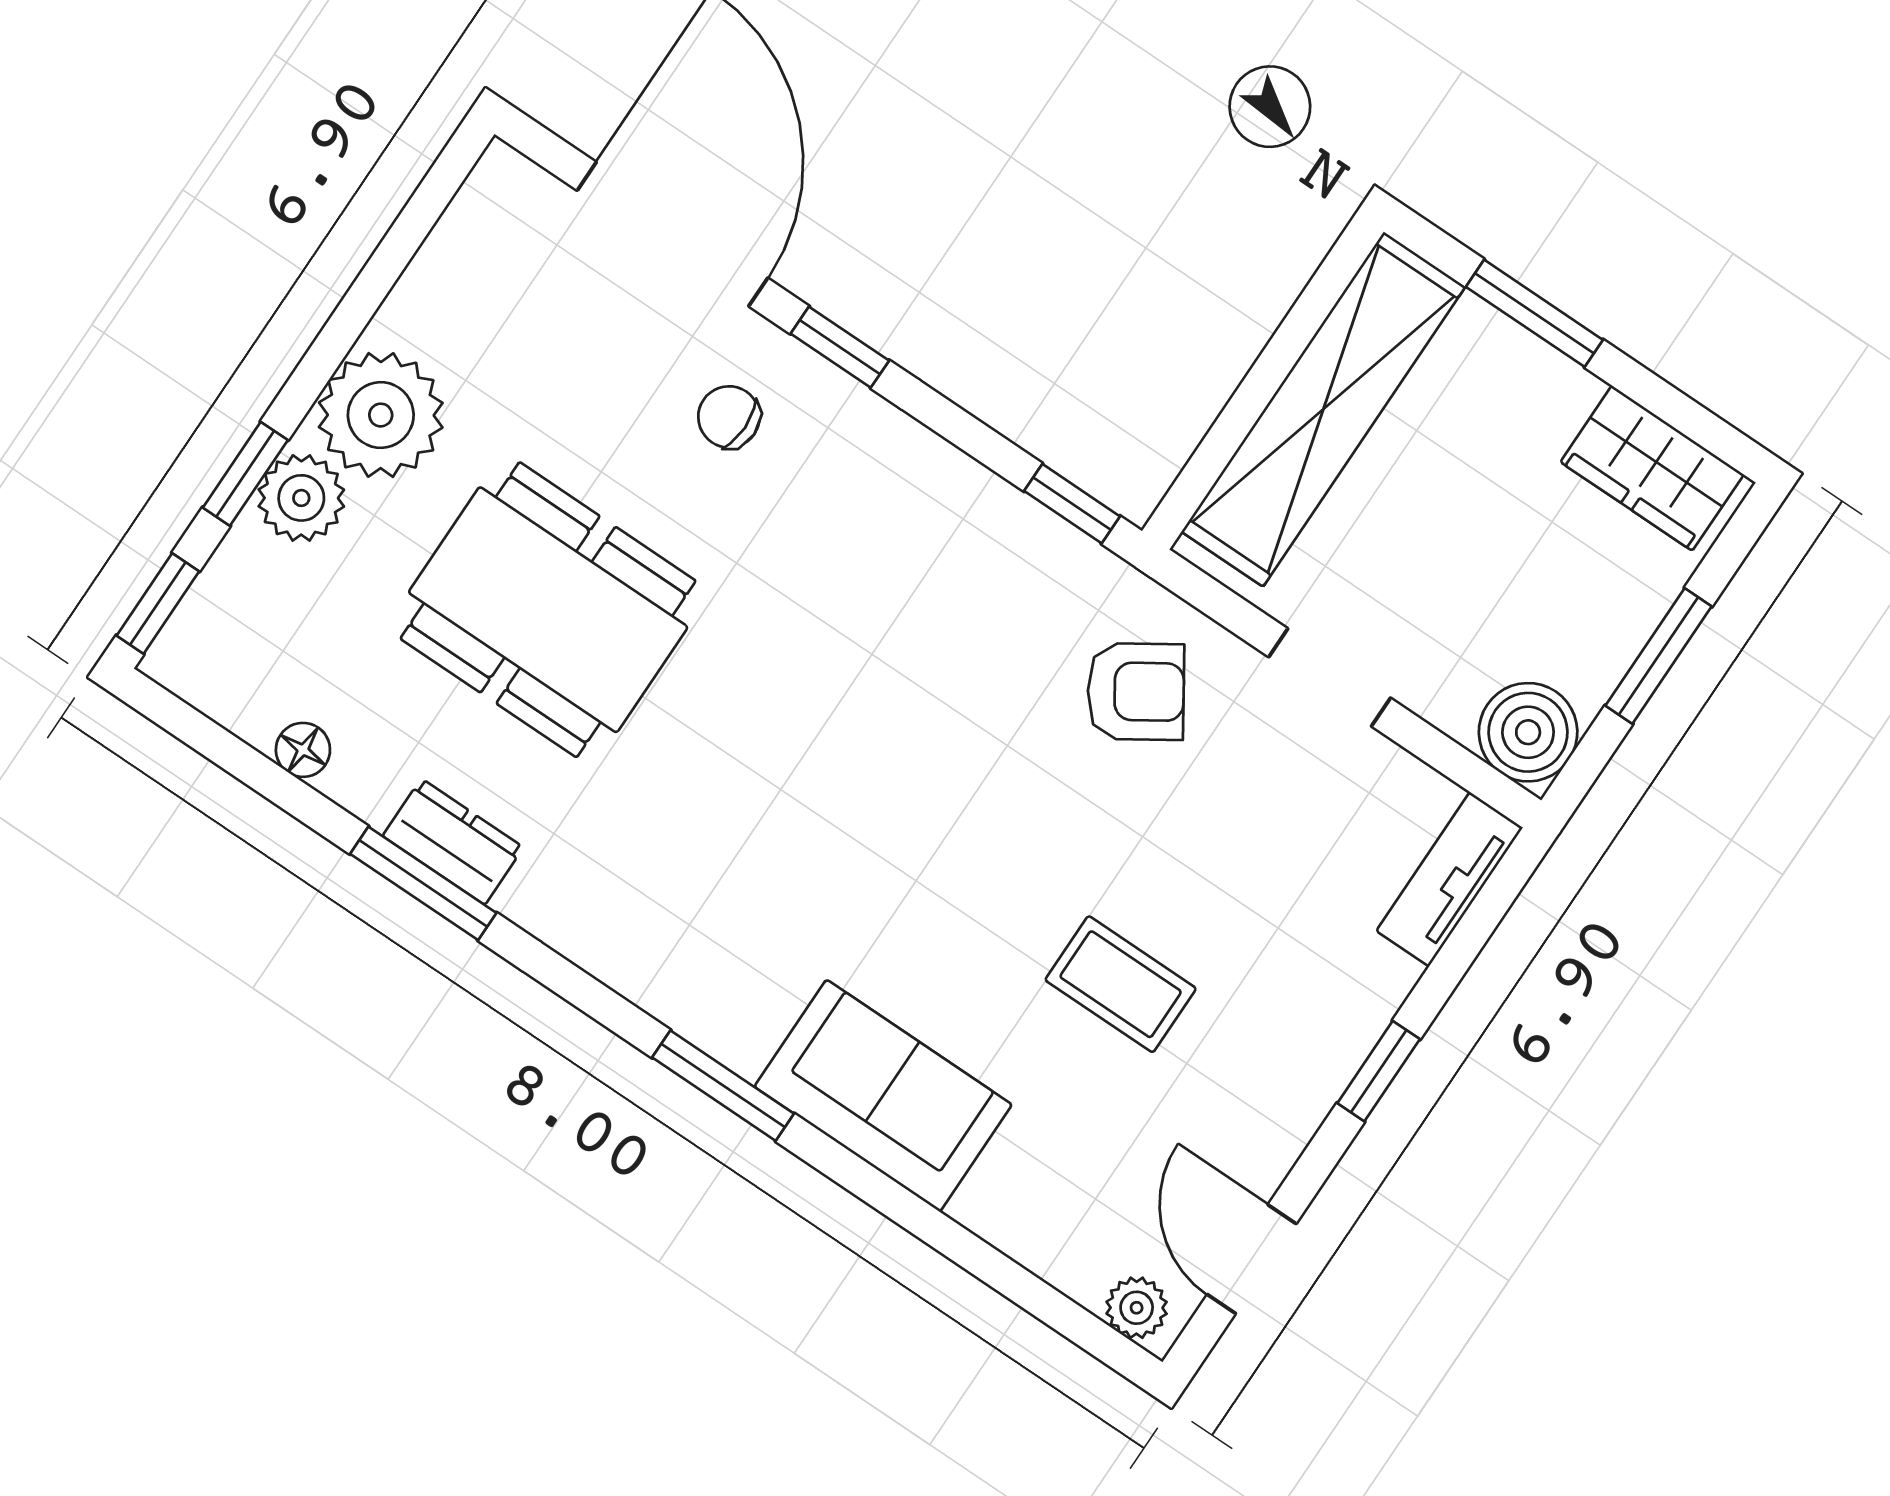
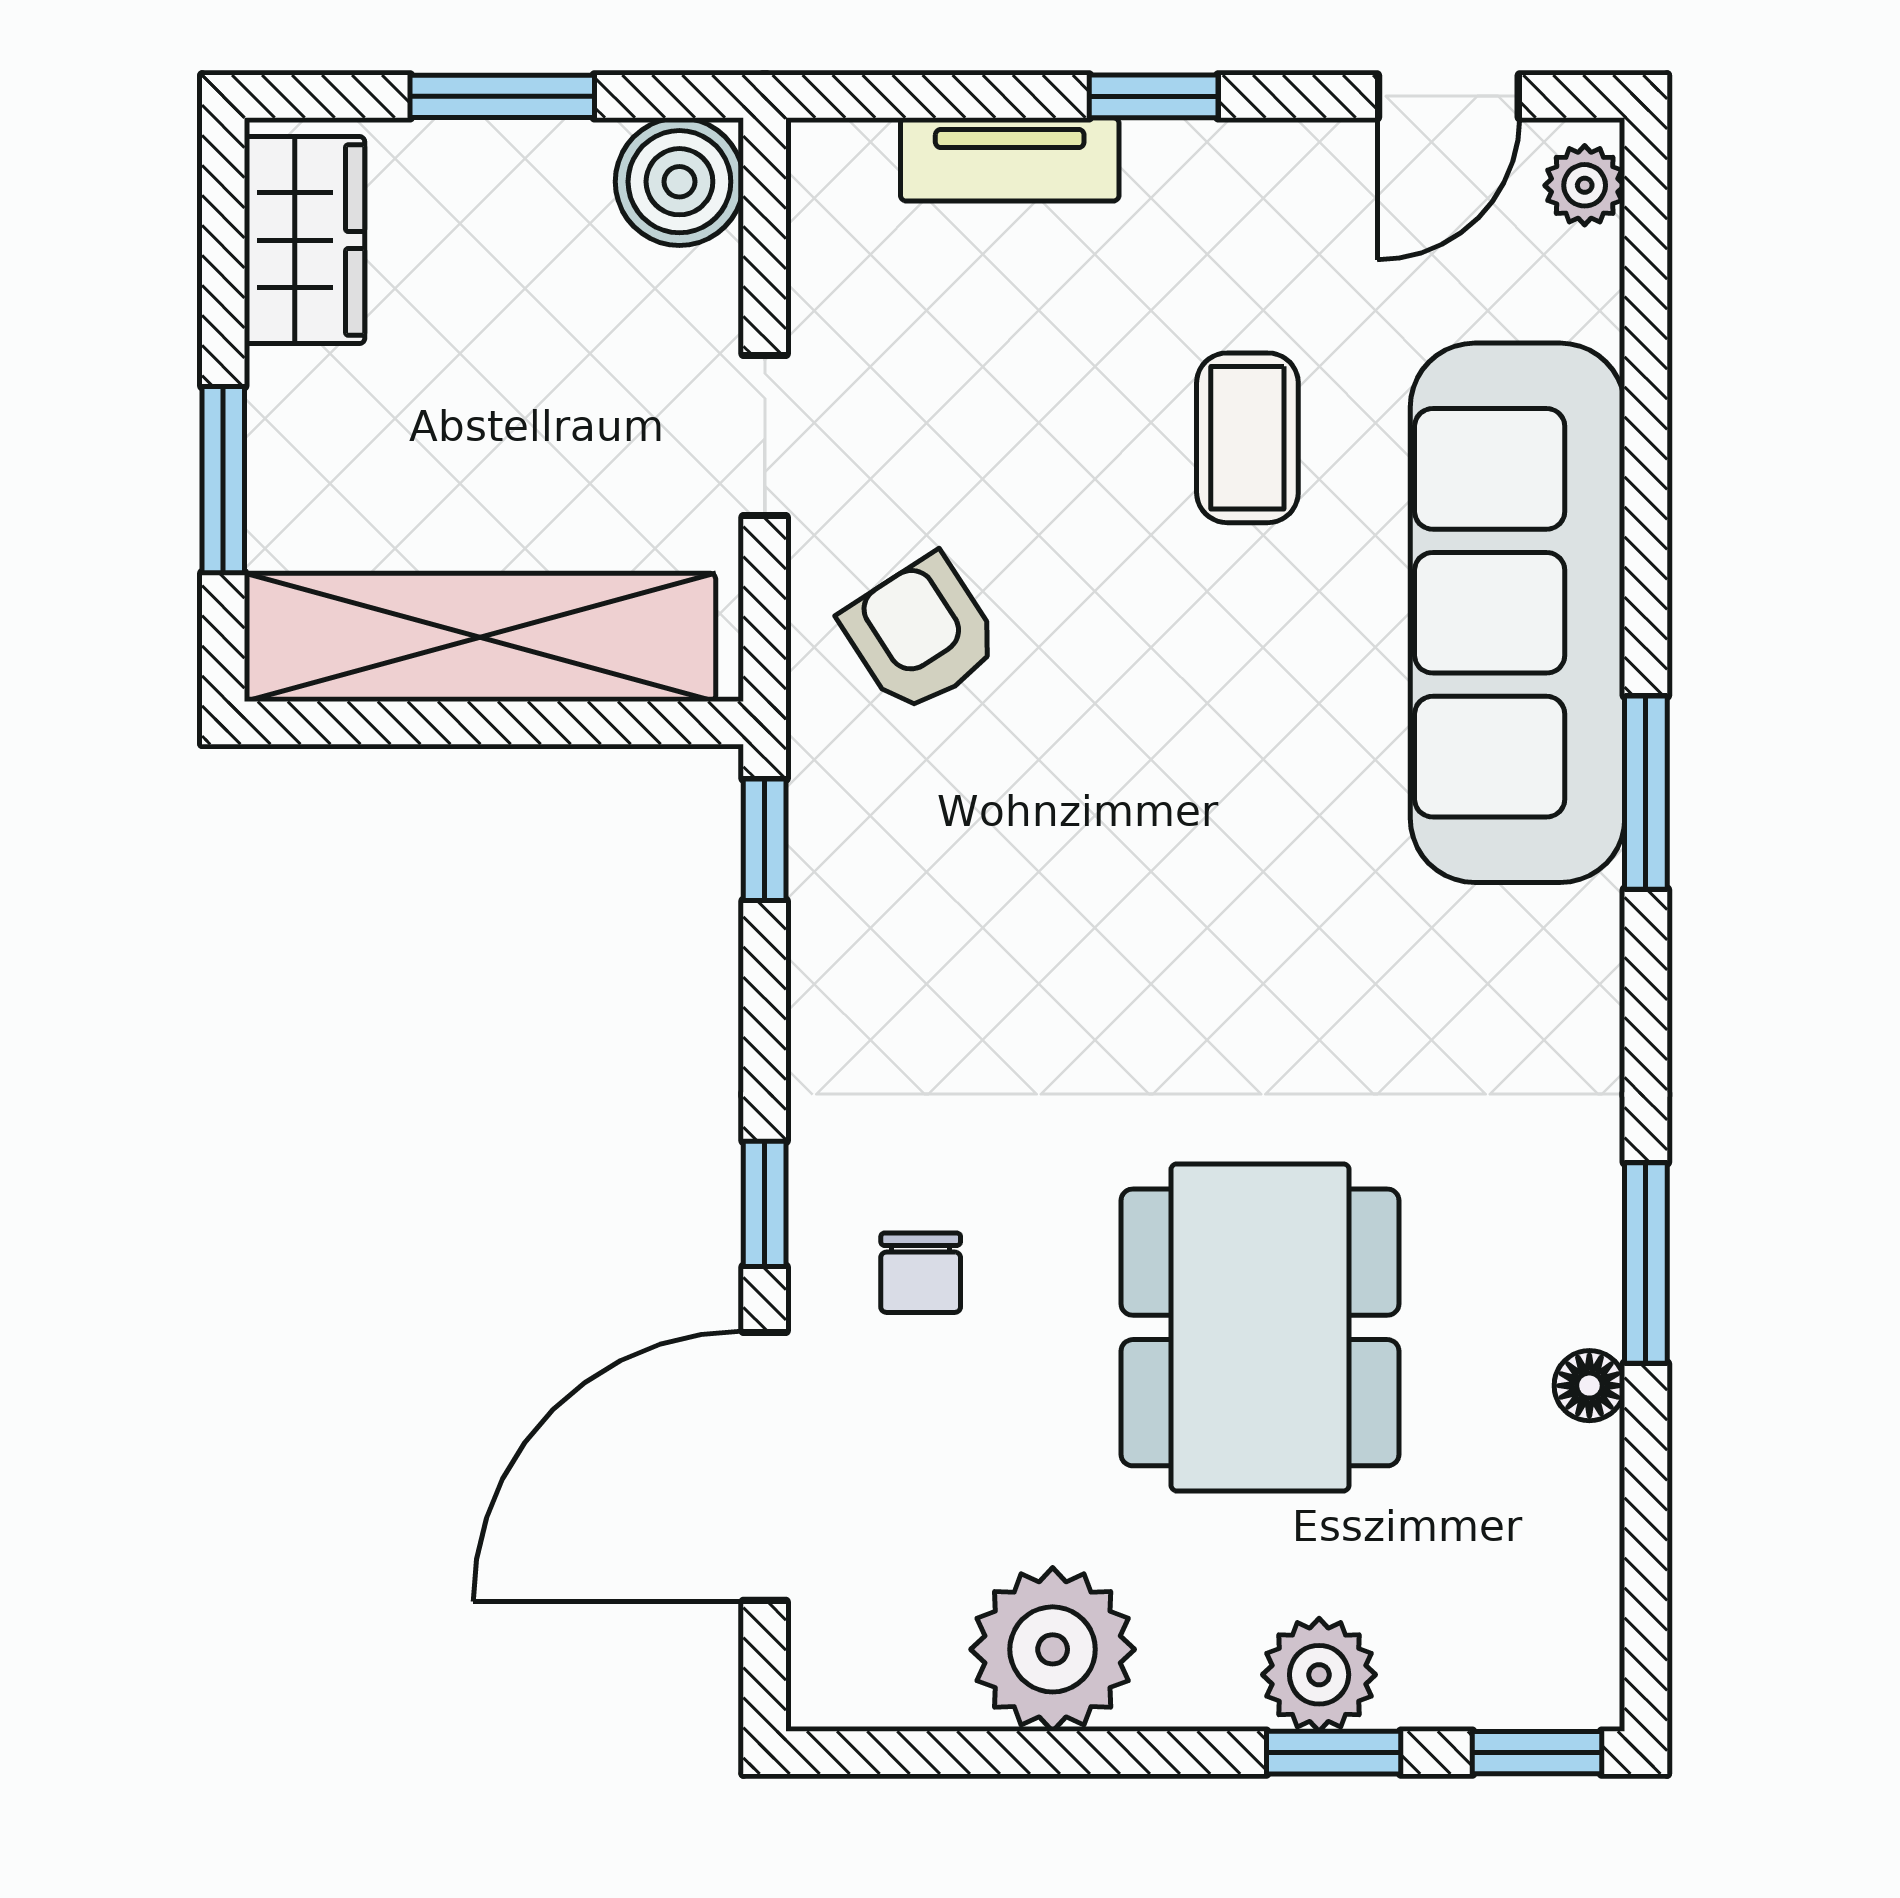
plant: (381, 415) -> (1053, 1649), moved
floor lamp: (303, 750) -> (1589, 1386), moved
dresser: (453, 842) -> (1579, 1261), removed
tv unit: (1450, 879) -> (1010, 159), moved
sofa: (883, 1096) -> (1518, 613), width x1.85, depth x1.27

